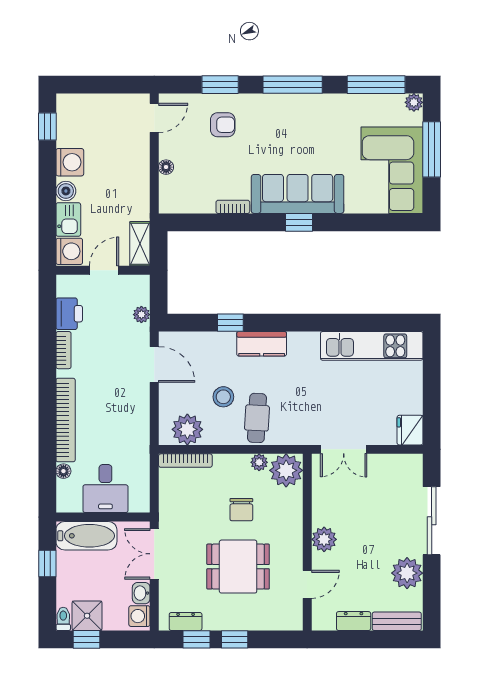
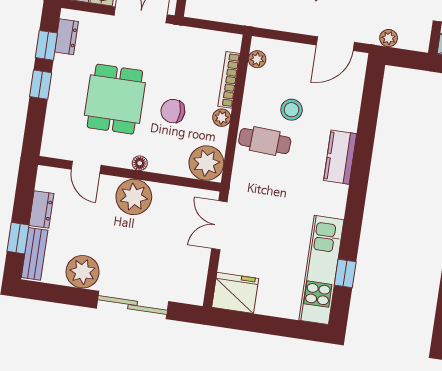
window: (230, 323) -> (345, 273), moved
plant: (187, 429) -> (257, 59), width x0.53, depth x0.53
fridge: (410, 430) -> (235, 293), width x1.36, depth x1.34
bookcase: (185, 461) -> (229, 80), moved
plant: (259, 462) -> (222, 118), moved
floor lamp: (296, 534) -> (140, 163), added
plant: (324, 539) -> (134, 197), width x1.36, depth x1.36
window: (384, 639) -> (18, 238), added

